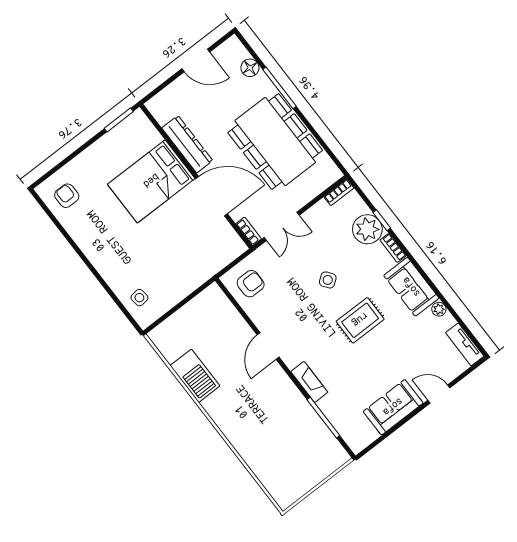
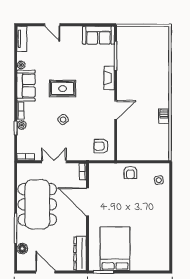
dresser: (187, 144) -> (80, 253), moved
bed: (151, 181) -> (115, 249), moved, turned -90
armchair: (67, 196) -> (130, 173), moved
double door: (282, 226) -> (54, 162), moved
plant: (367, 229) -> (22, 125), width x0.53, depth x0.53
barbecue: (195, 376) -> (164, 116), width x0.53, depth x0.65
sofa: (393, 407) -> (98, 35), moved

